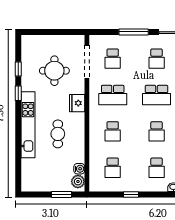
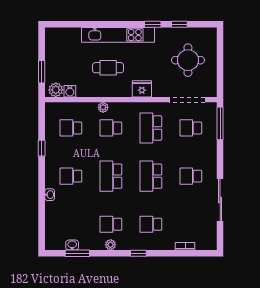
window: (134, 32) -> (220, 123), moved
round table: (54, 71) -> (188, 60), moved
school desk: (157, 131) -> (111, 176), width x1.85
plant: (94, 138) -> (103, 107), added

